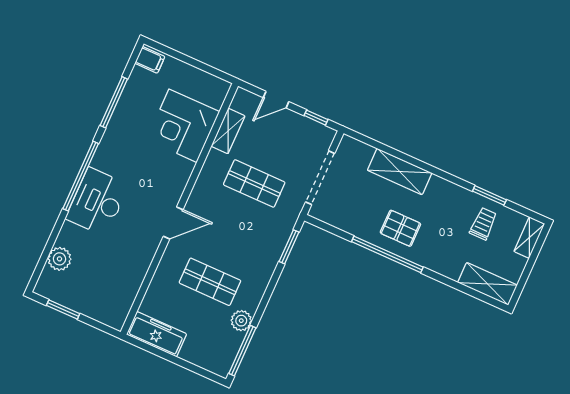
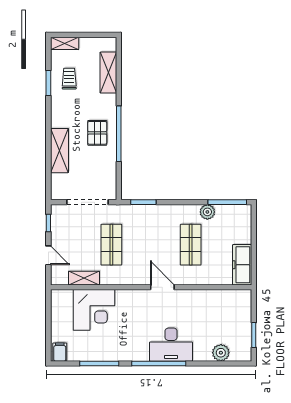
trolley: (483, 224) -> (69, 79), turned 90
shelving: (487, 284) -> (108, 73), moved

